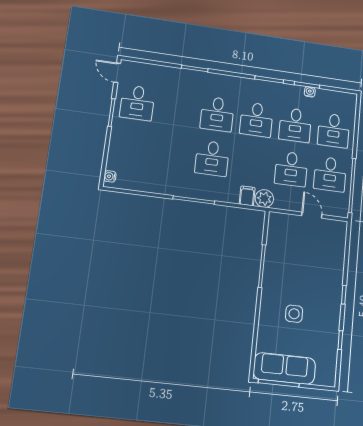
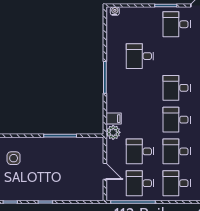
desk: (212, 158) -> (140, 56), moved
door: (312, 215) -> (105, 171), hinge flipped
side table: (294, 314) -> (14, 158), moved

